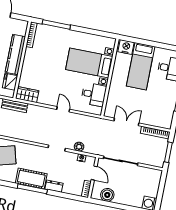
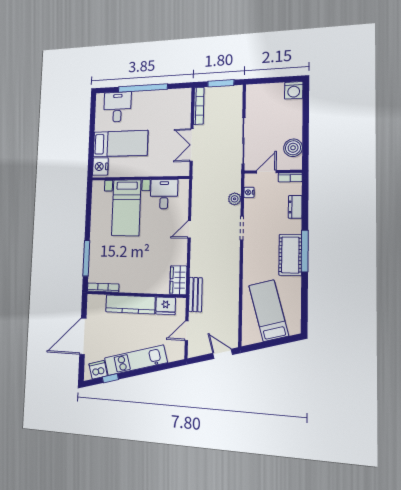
dresser: (54, 186) -> (295, 207), moved

